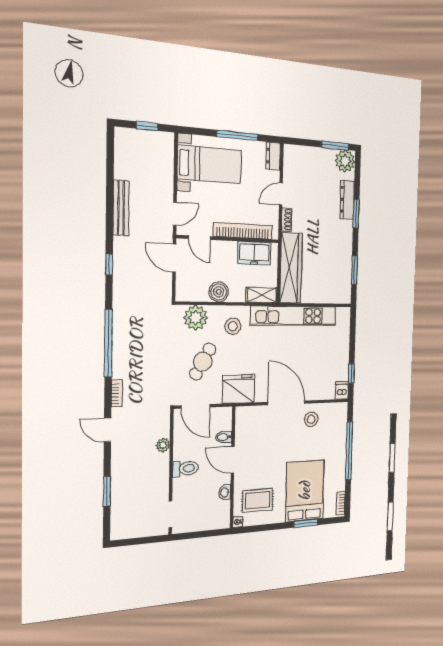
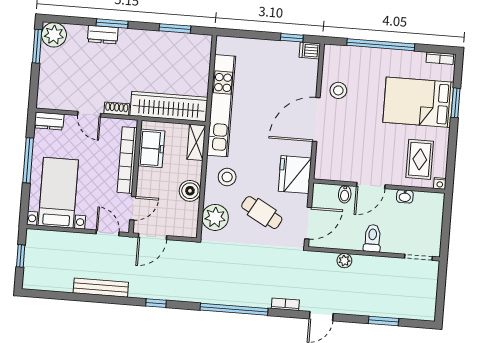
dresser: (347, 200) -> (103, 35), width x0.70

